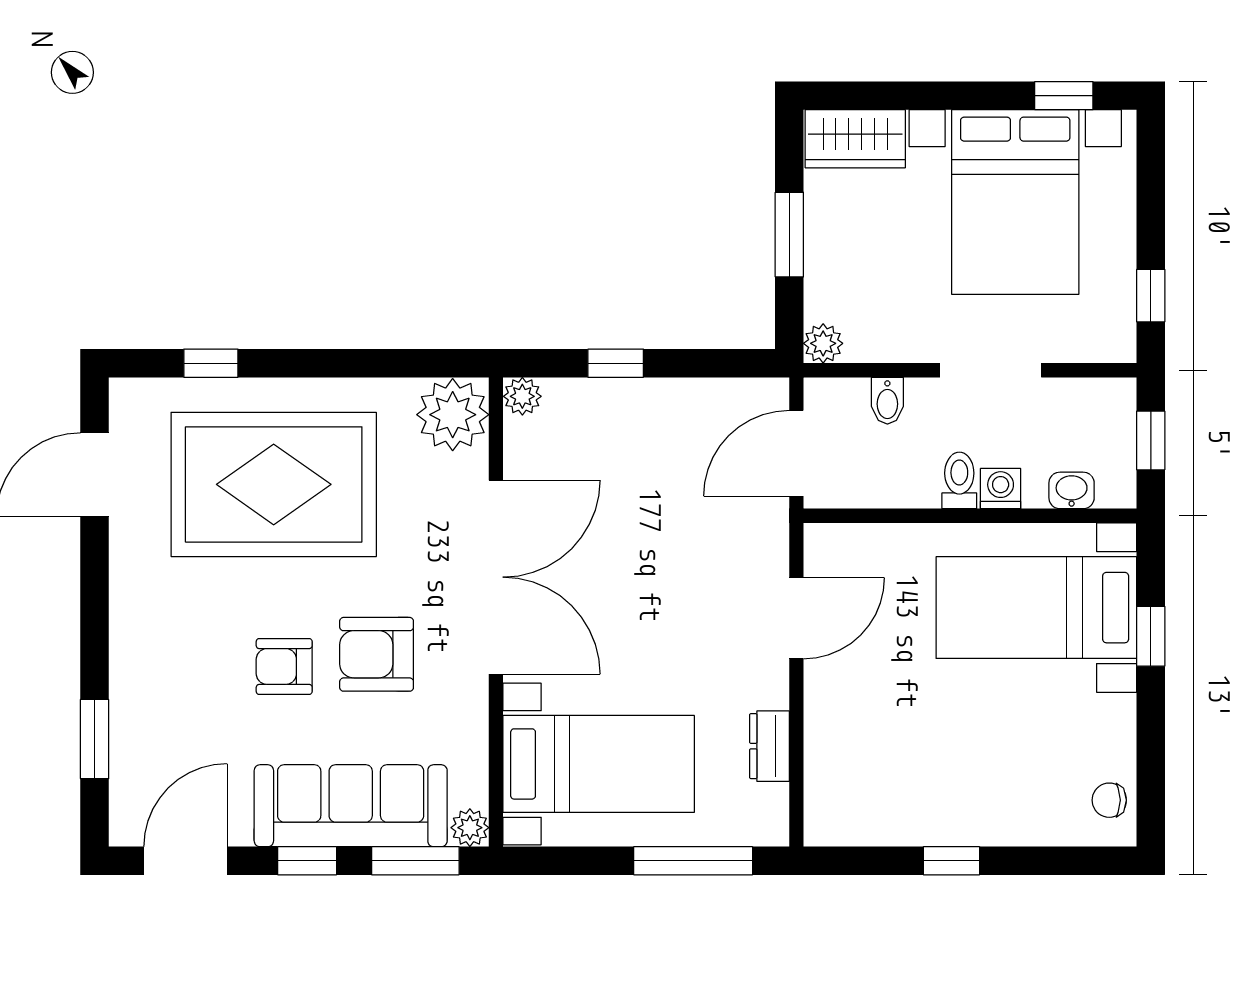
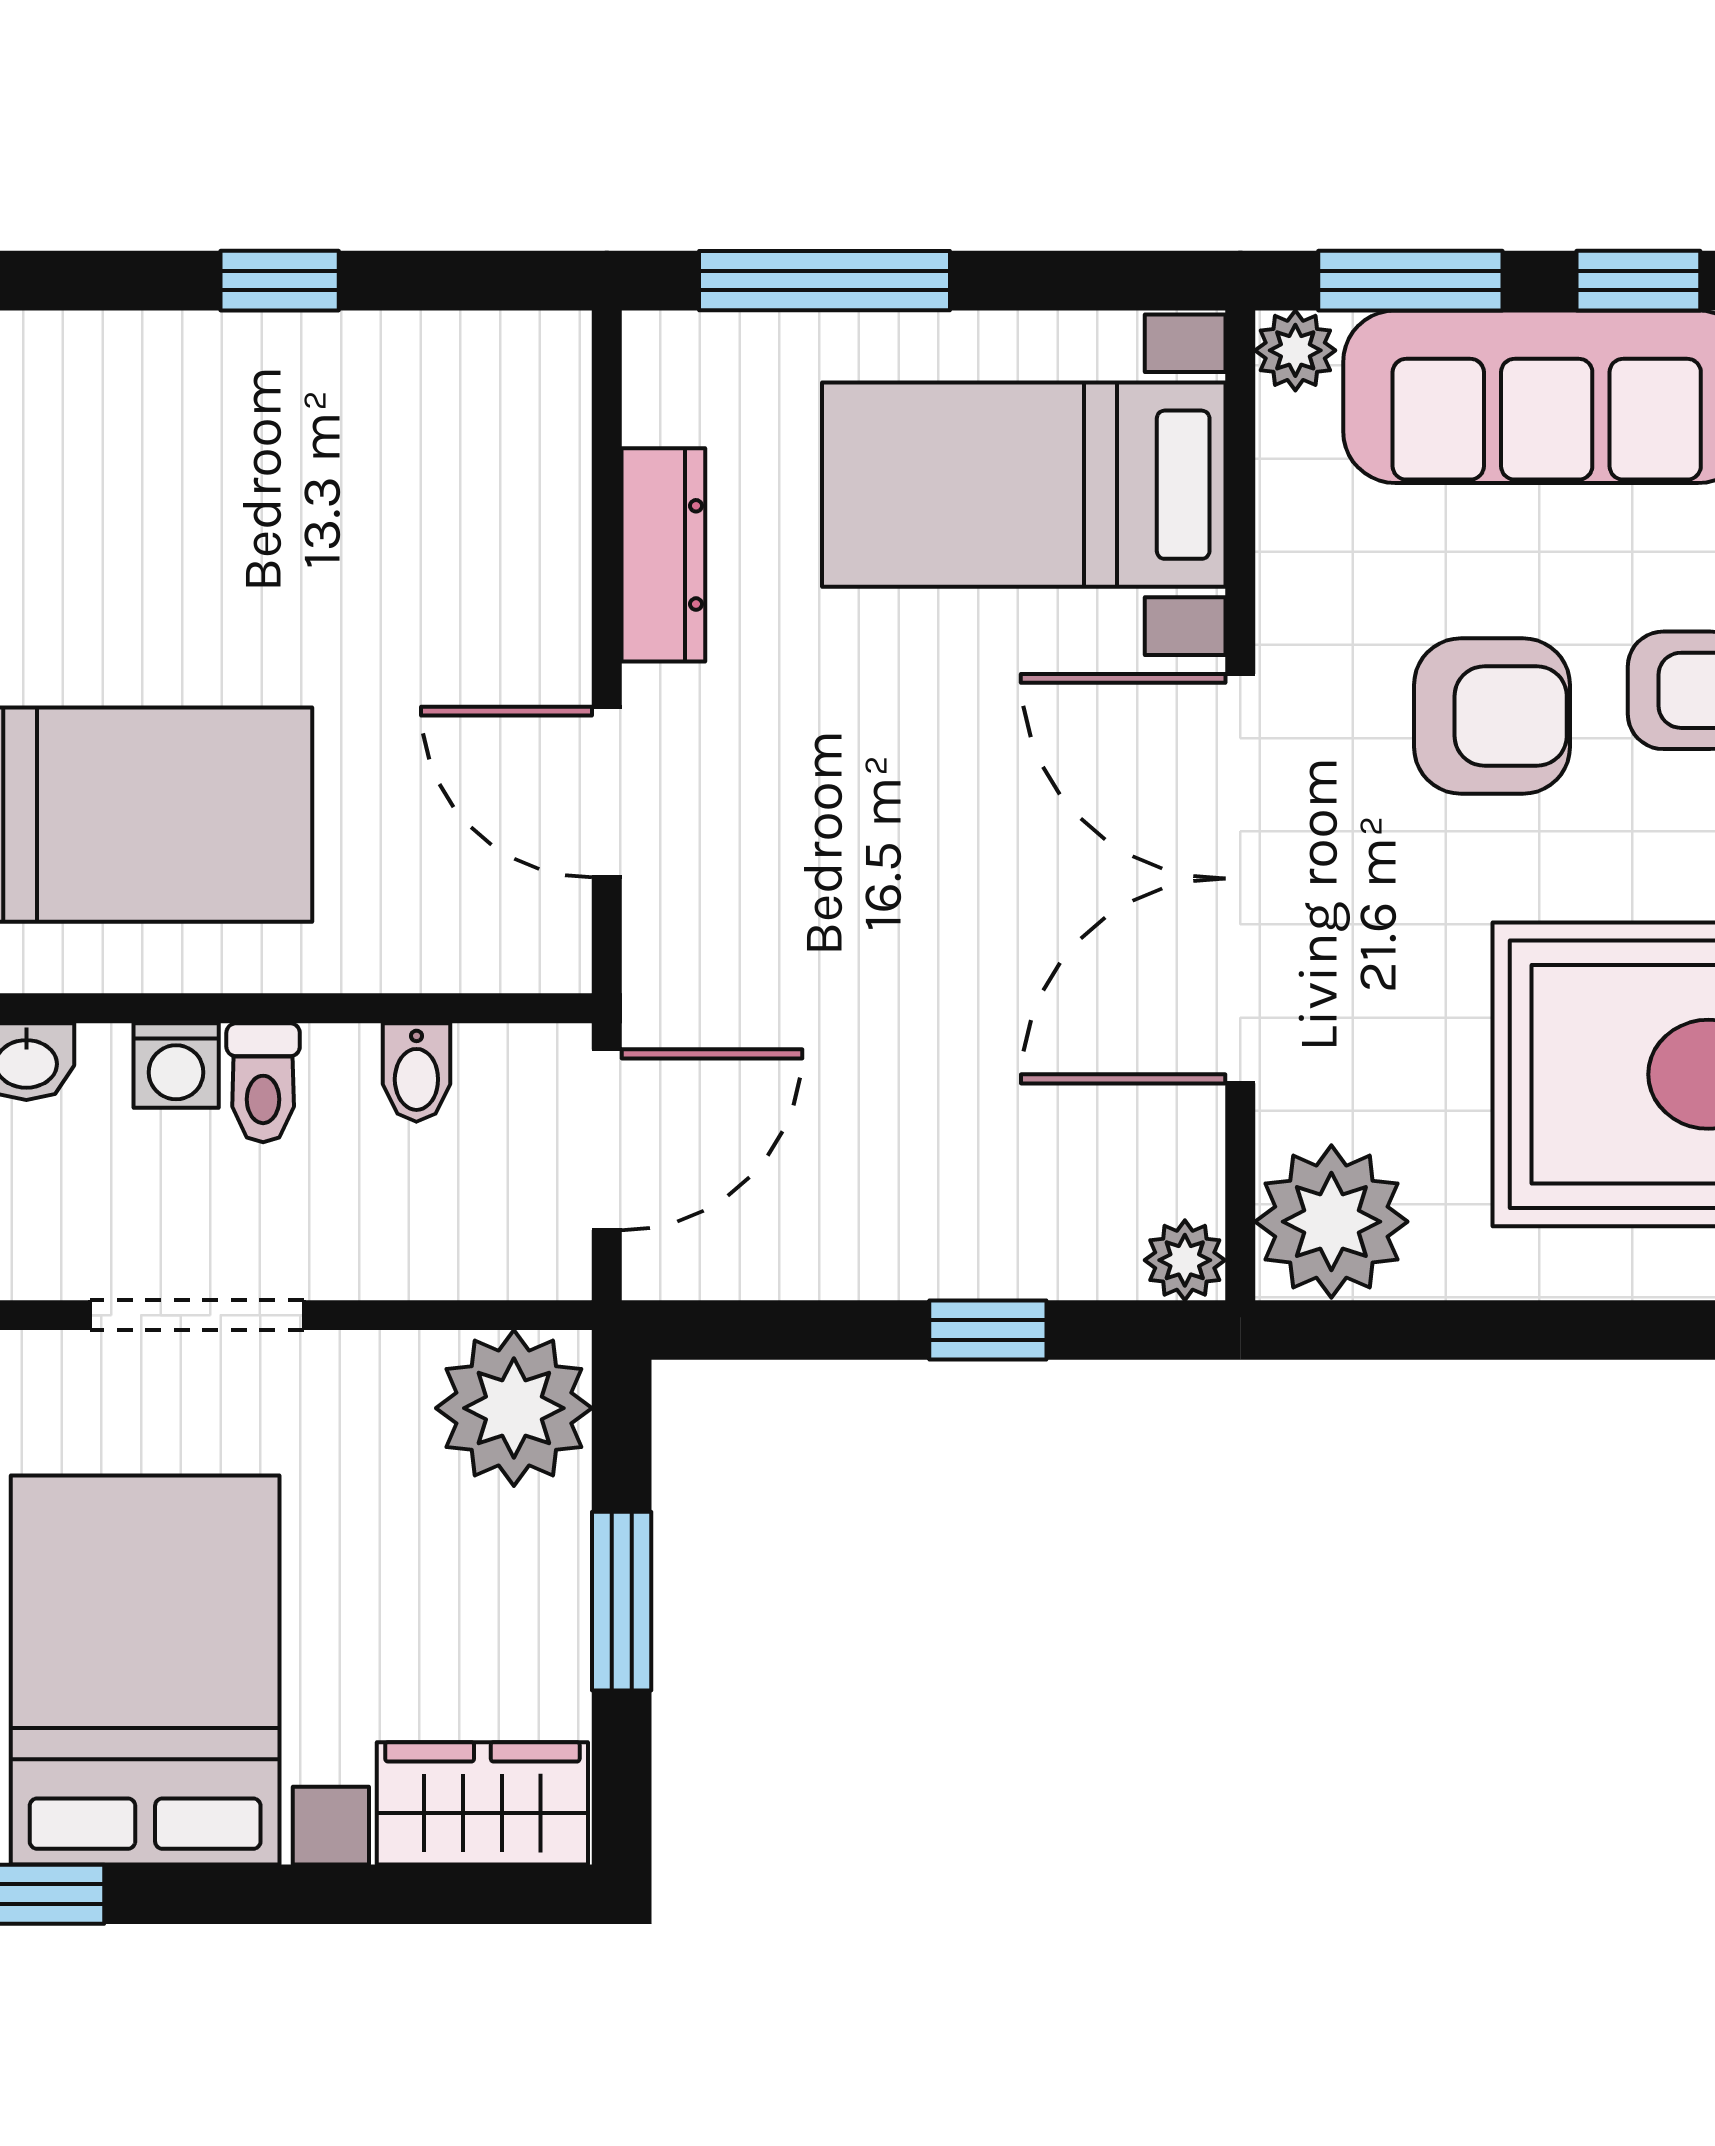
plant: (823, 343) -> (514, 1408), width x1.88, depth x1.88
bidet: (887, 401) -> (416, 1072), moved, turned 180
door: (796, 618) -> (607, 792), hinge flipped
dresser: (769, 746) -> (663, 555), width x1.44

